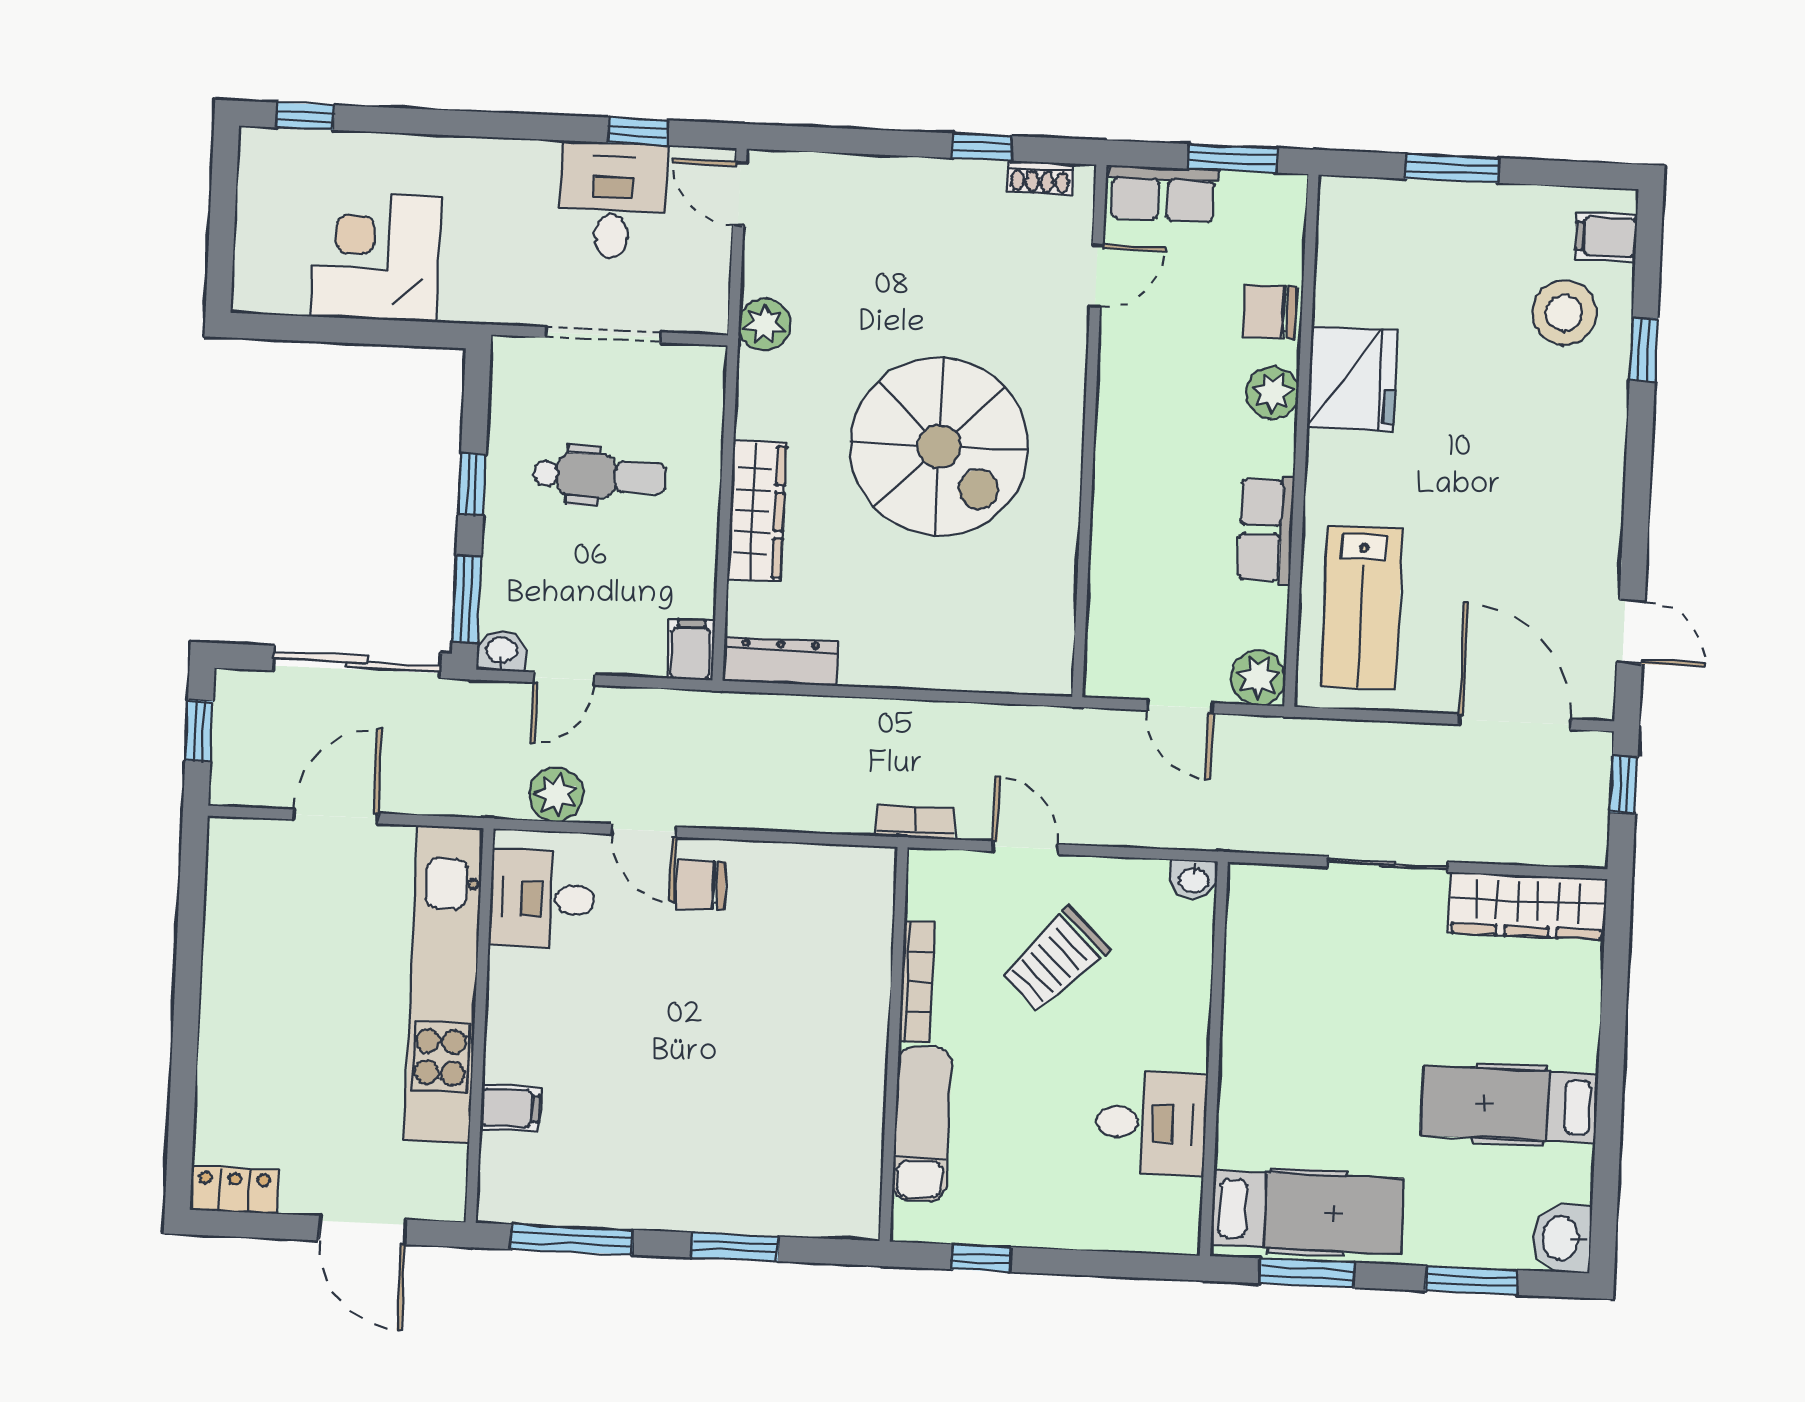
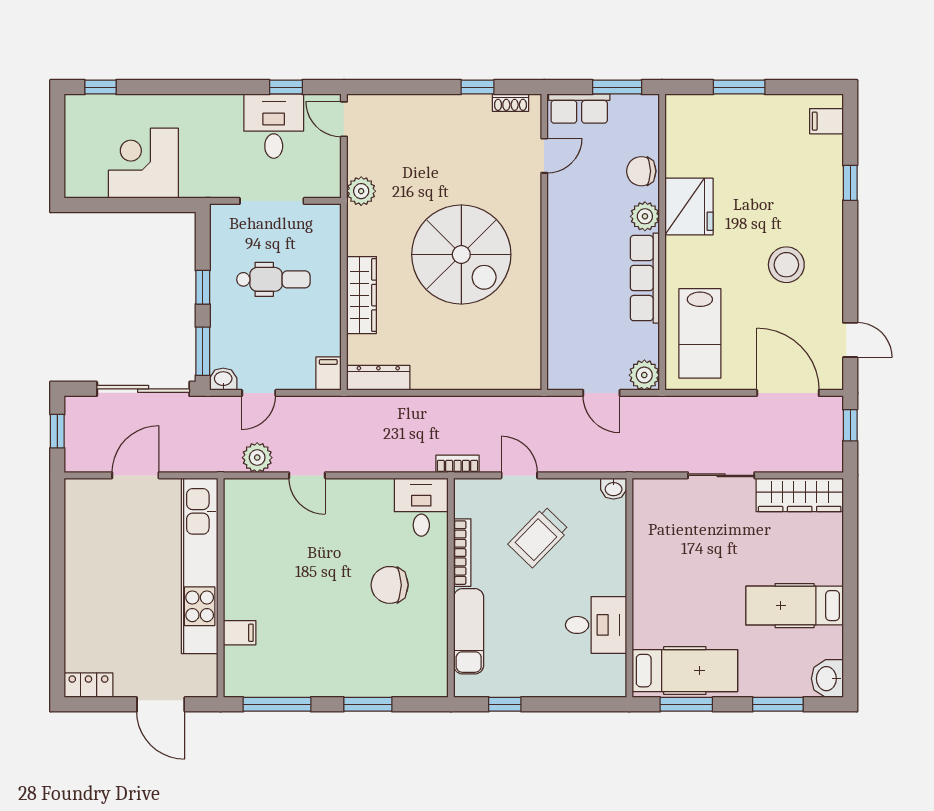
stool: (1564, 313) -> (786, 265), moved
row of seats: (1266, 530) -> (645, 278), width x1.48
chair: (701, 885) -> (390, 585), moved, width x1.37, depth x1.37
desk: (543, 899) -> (421, 507), moved, turned 90

